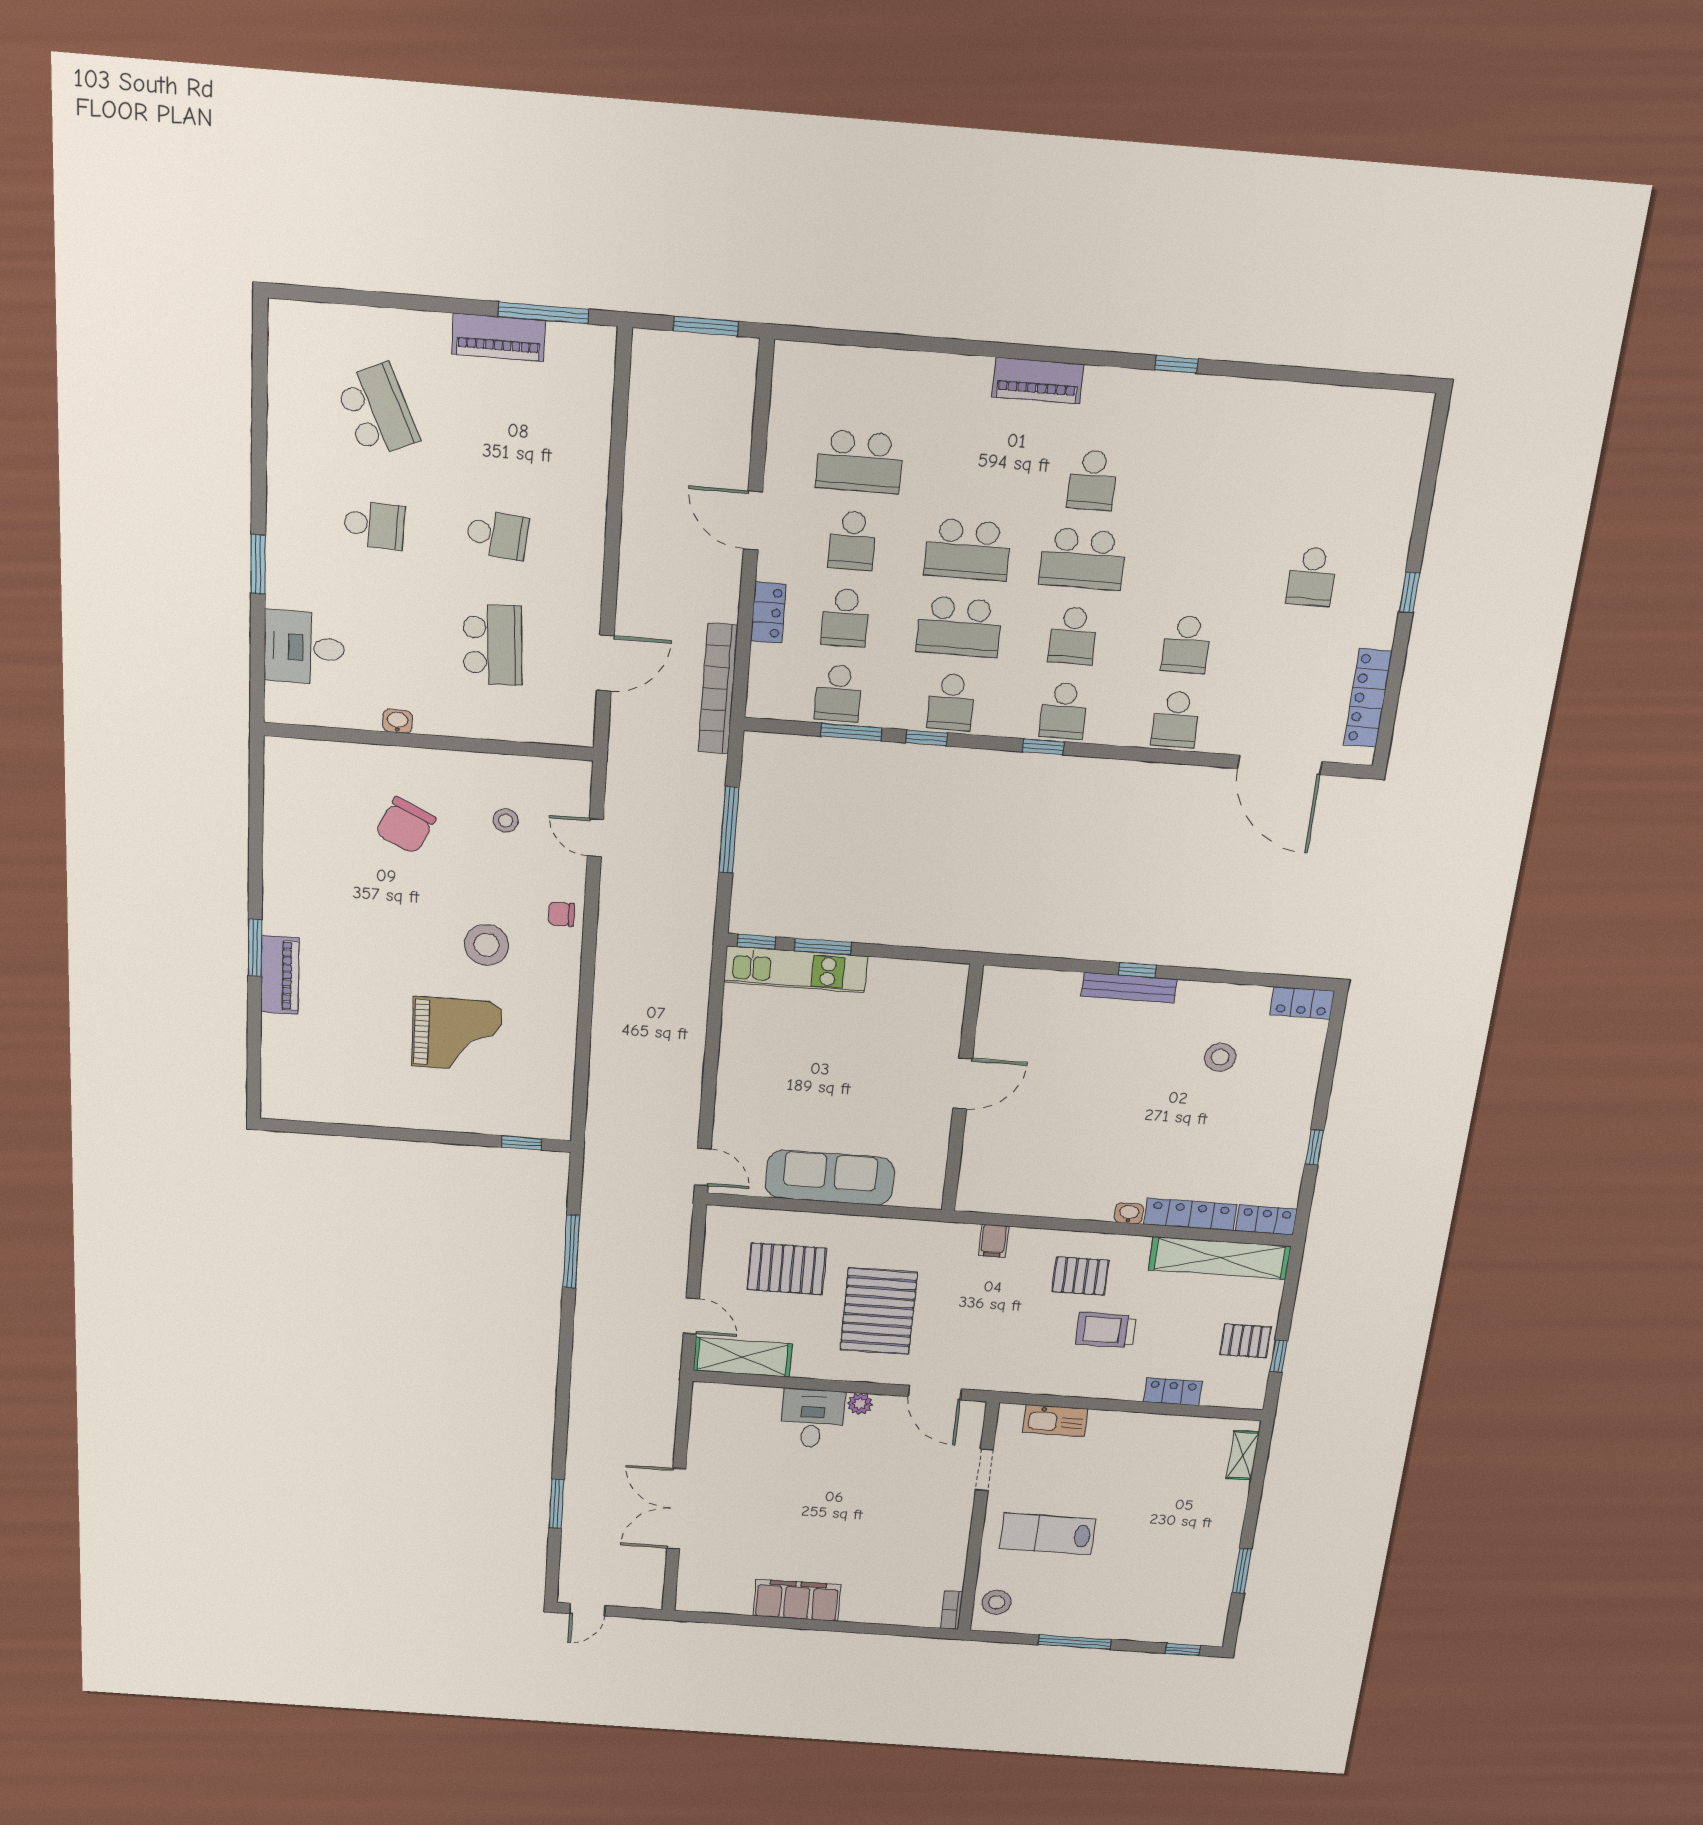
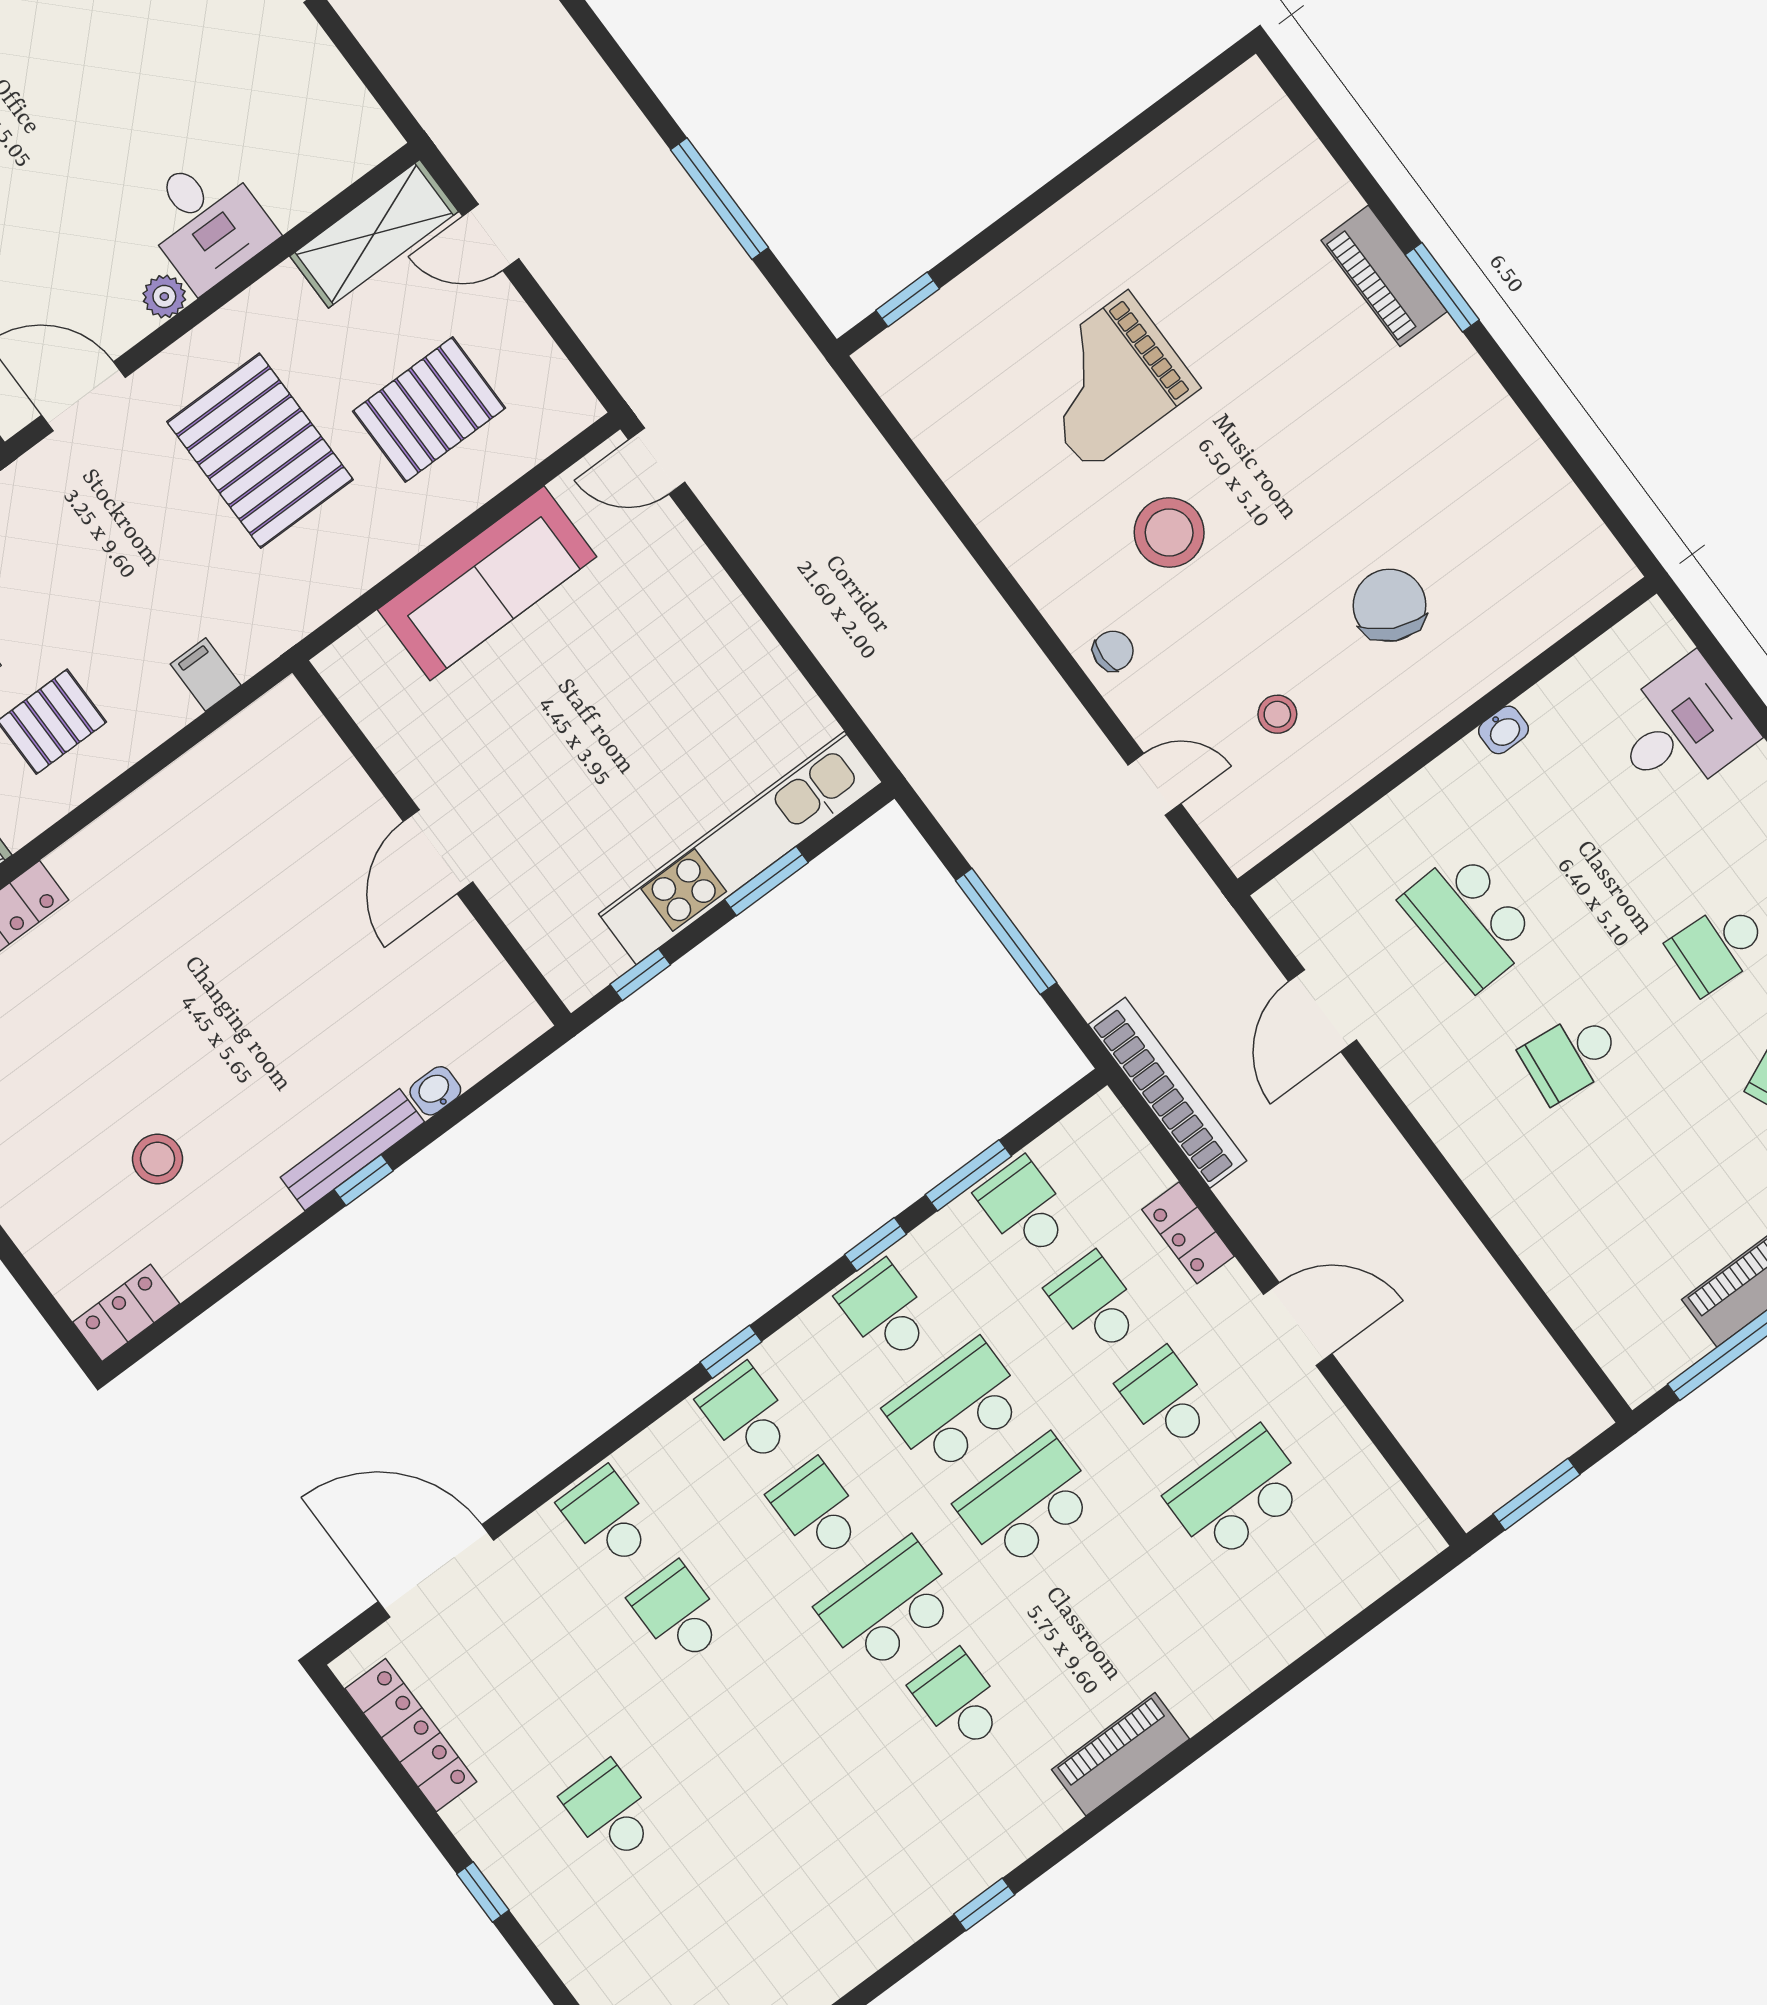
window: (756, 942) -> (640, 975), moved
kitchen unit: (796, 969) -> (740, 848), width x1.36
washbasin: (1129, 1213) -> (435, 1091), moved, turned 180

